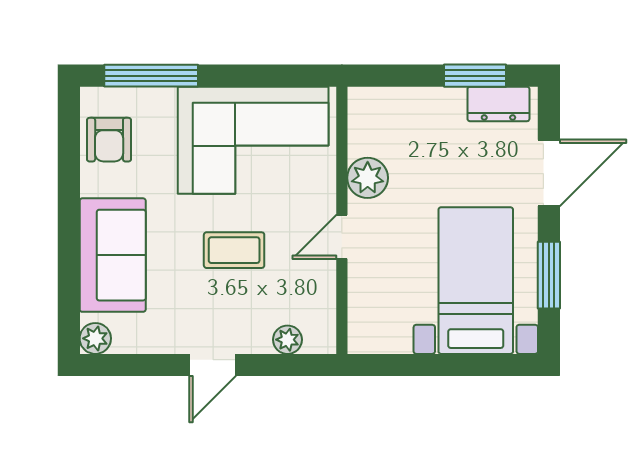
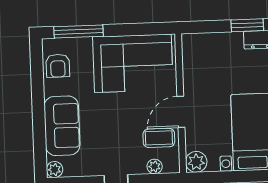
plant: (368, 178) -> (196, 162), moved
door: (342, 237) -> (181, 112), width x1.38
coffee table: (234, 250) -> (159, 138), moved

